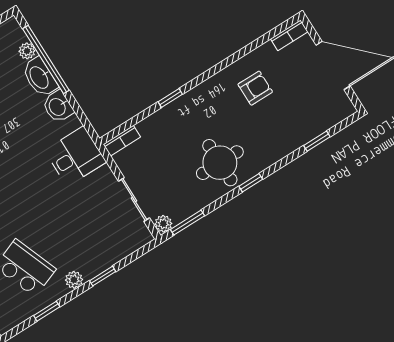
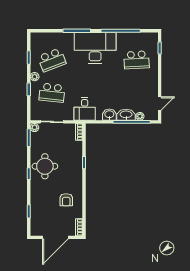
school desk: (83, 232) -> (52, 93), added

